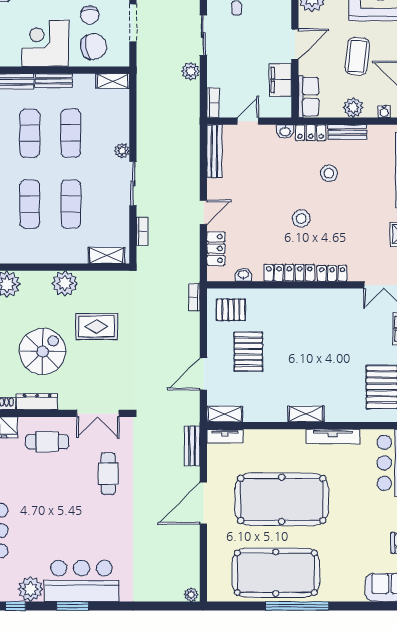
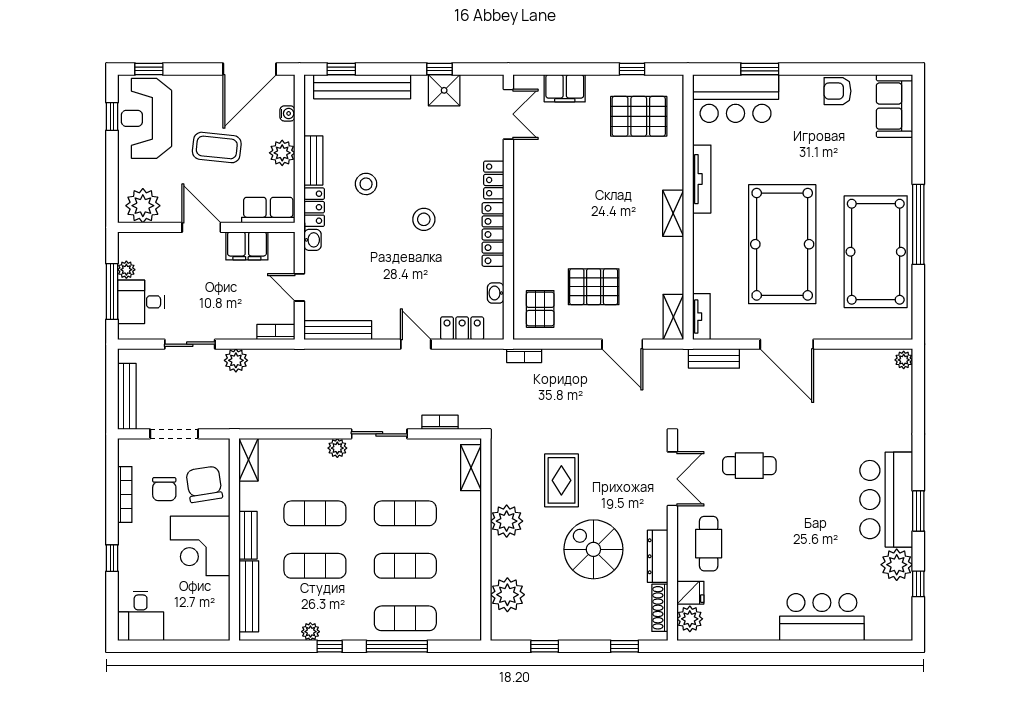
chair: (90, 15) -> (164, 489), turned 90

